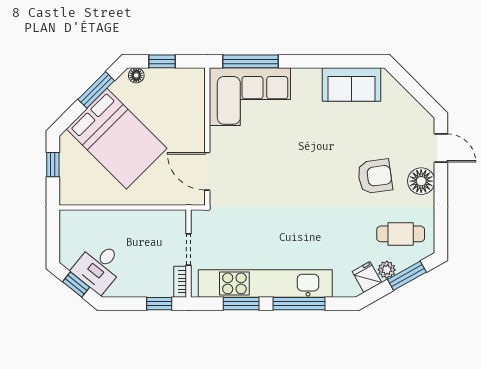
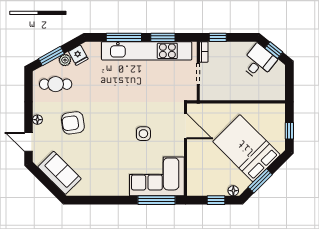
sofa: (351, 85) -> (60, 173), moved, turned 45
side table: (270, 160) -> (143, 134), added
floor lamp: (421, 181) -> (37, 120), width x0.53, depth x0.53

